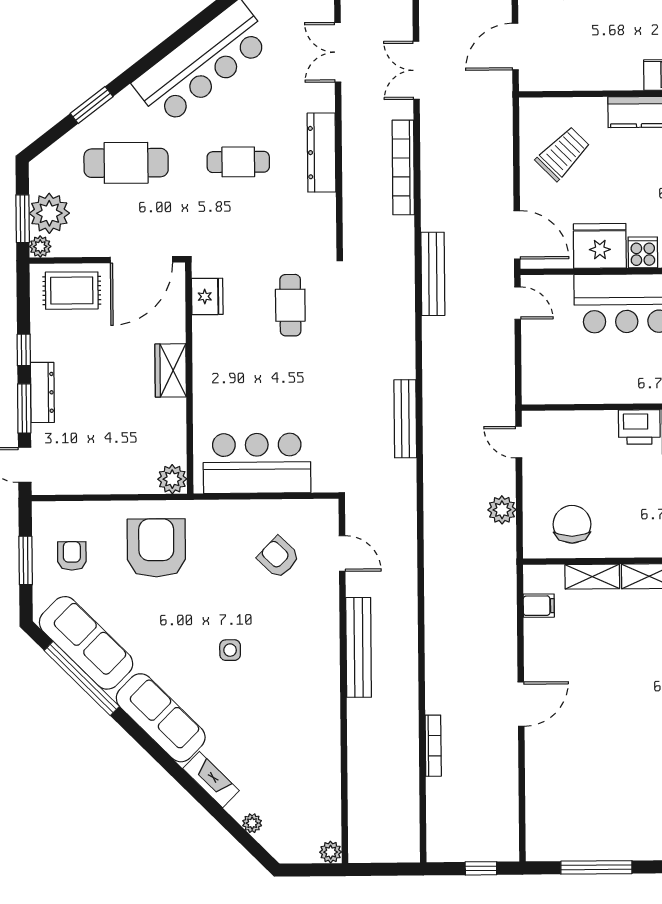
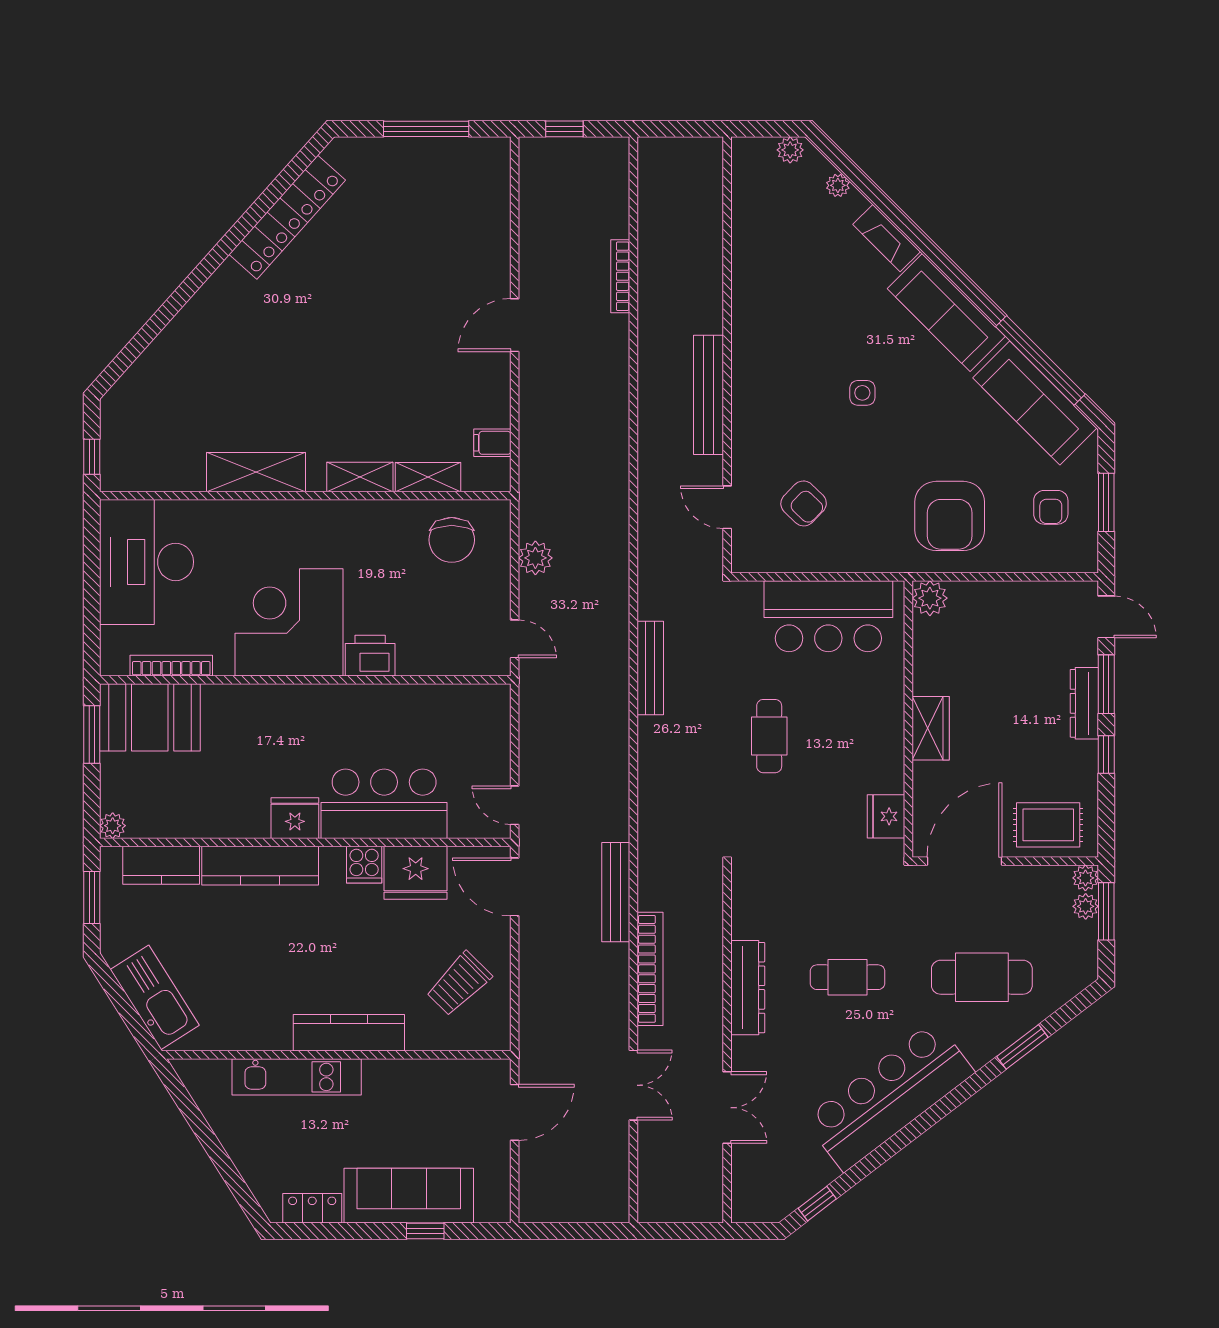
plant: (49, 213) -> (1086, 906), width x0.53, depth x0.53
bench: (433, 274) -> (616, 892), moved
cafe table: (290, 305) -> (769, 736), moved
plant: (331, 852) -> (790, 150), moved

